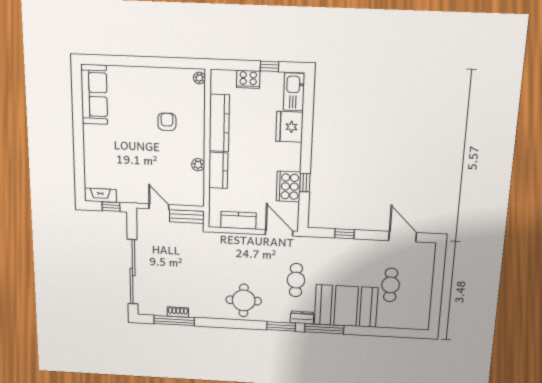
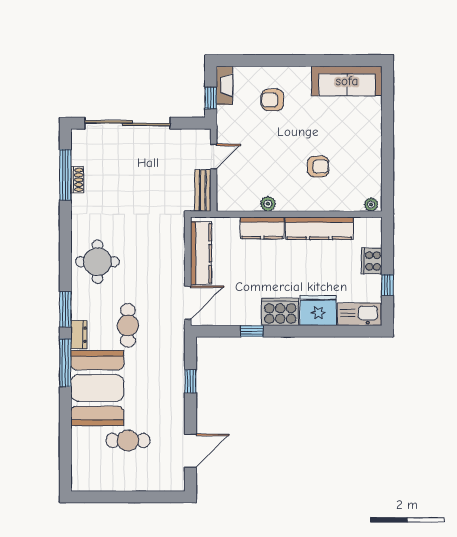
armchair: (112, 157) -> (272, 100), added
cooker: (288, 186) -> (280, 312), moved
kitchen counter: (238, 220) -> (201, 253), width x1.50
cafe table: (296, 280) -> (128, 325), turned 90

